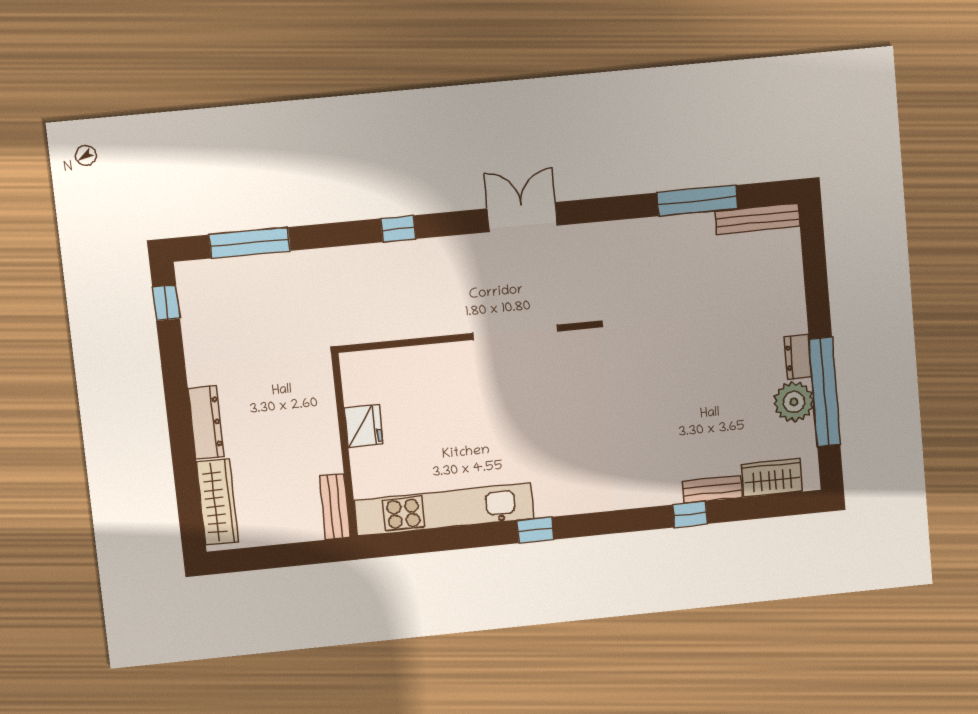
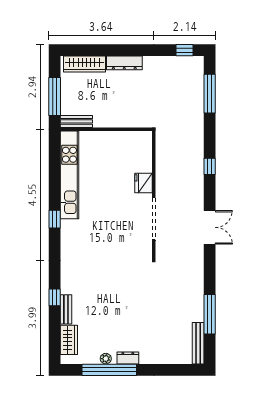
plant: (794, 402) -> (106, 359), width x0.53, depth x0.53
fridge: (363, 426) -> (143, 183), moved, turned 90
window: (289, 555) -> (55, 97), added

